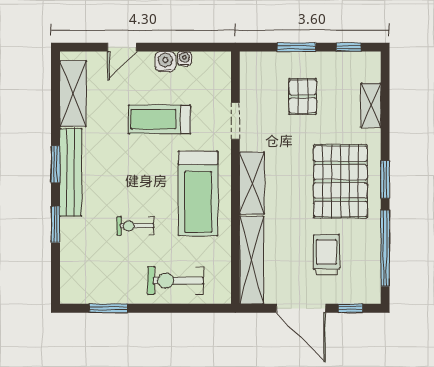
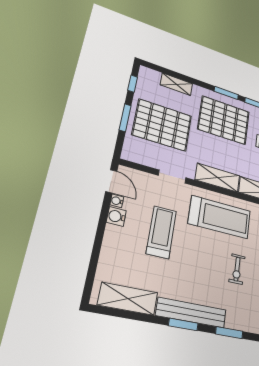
door: (122, 47) -> (111, 181), moved
pallet: (303, 96) -> (162, 125), width x2.05, depth x2.00
treadmill: (160, 119) -> (161, 232), turned 180

